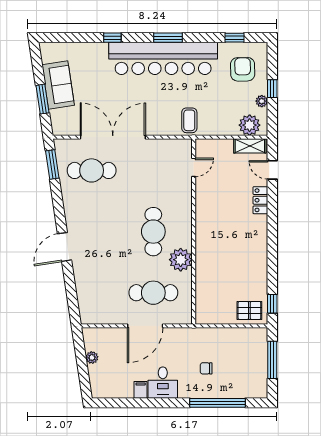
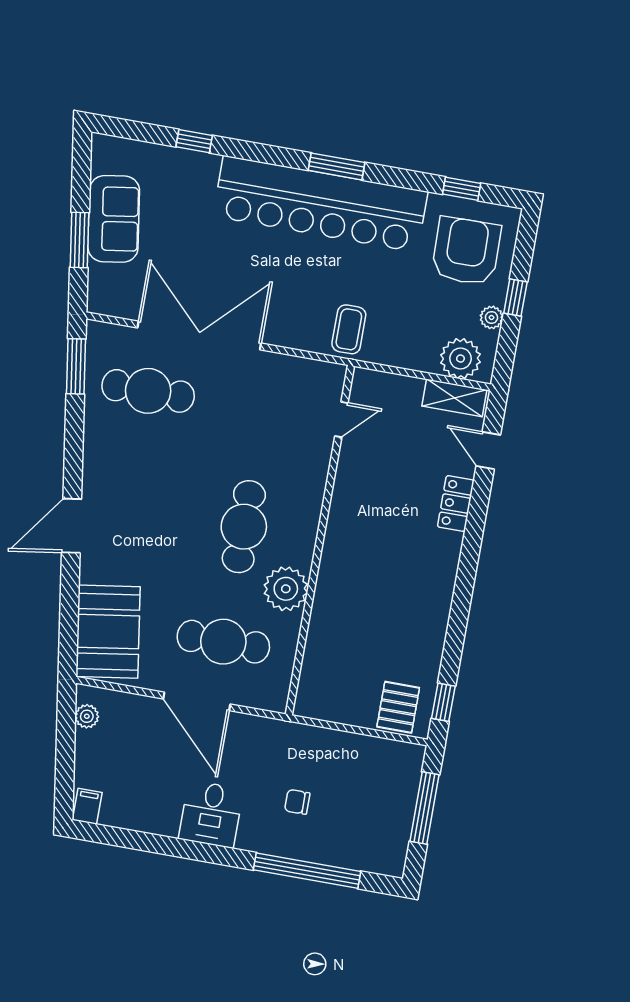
window: (112, 38) -> (194, 141), moved
armchair: (243, 69) -> (466, 251), width x1.36, depth x1.36
booth: (93, 298) -> (108, 632), added
pallet: (249, 310) -> (398, 707), turned 90
door: (145, 326) -> (197, 701), hinge flipped
plant: (92, 358) -> (87, 716), moved
filing cabinet: (141, 390) -> (87, 806), moved

